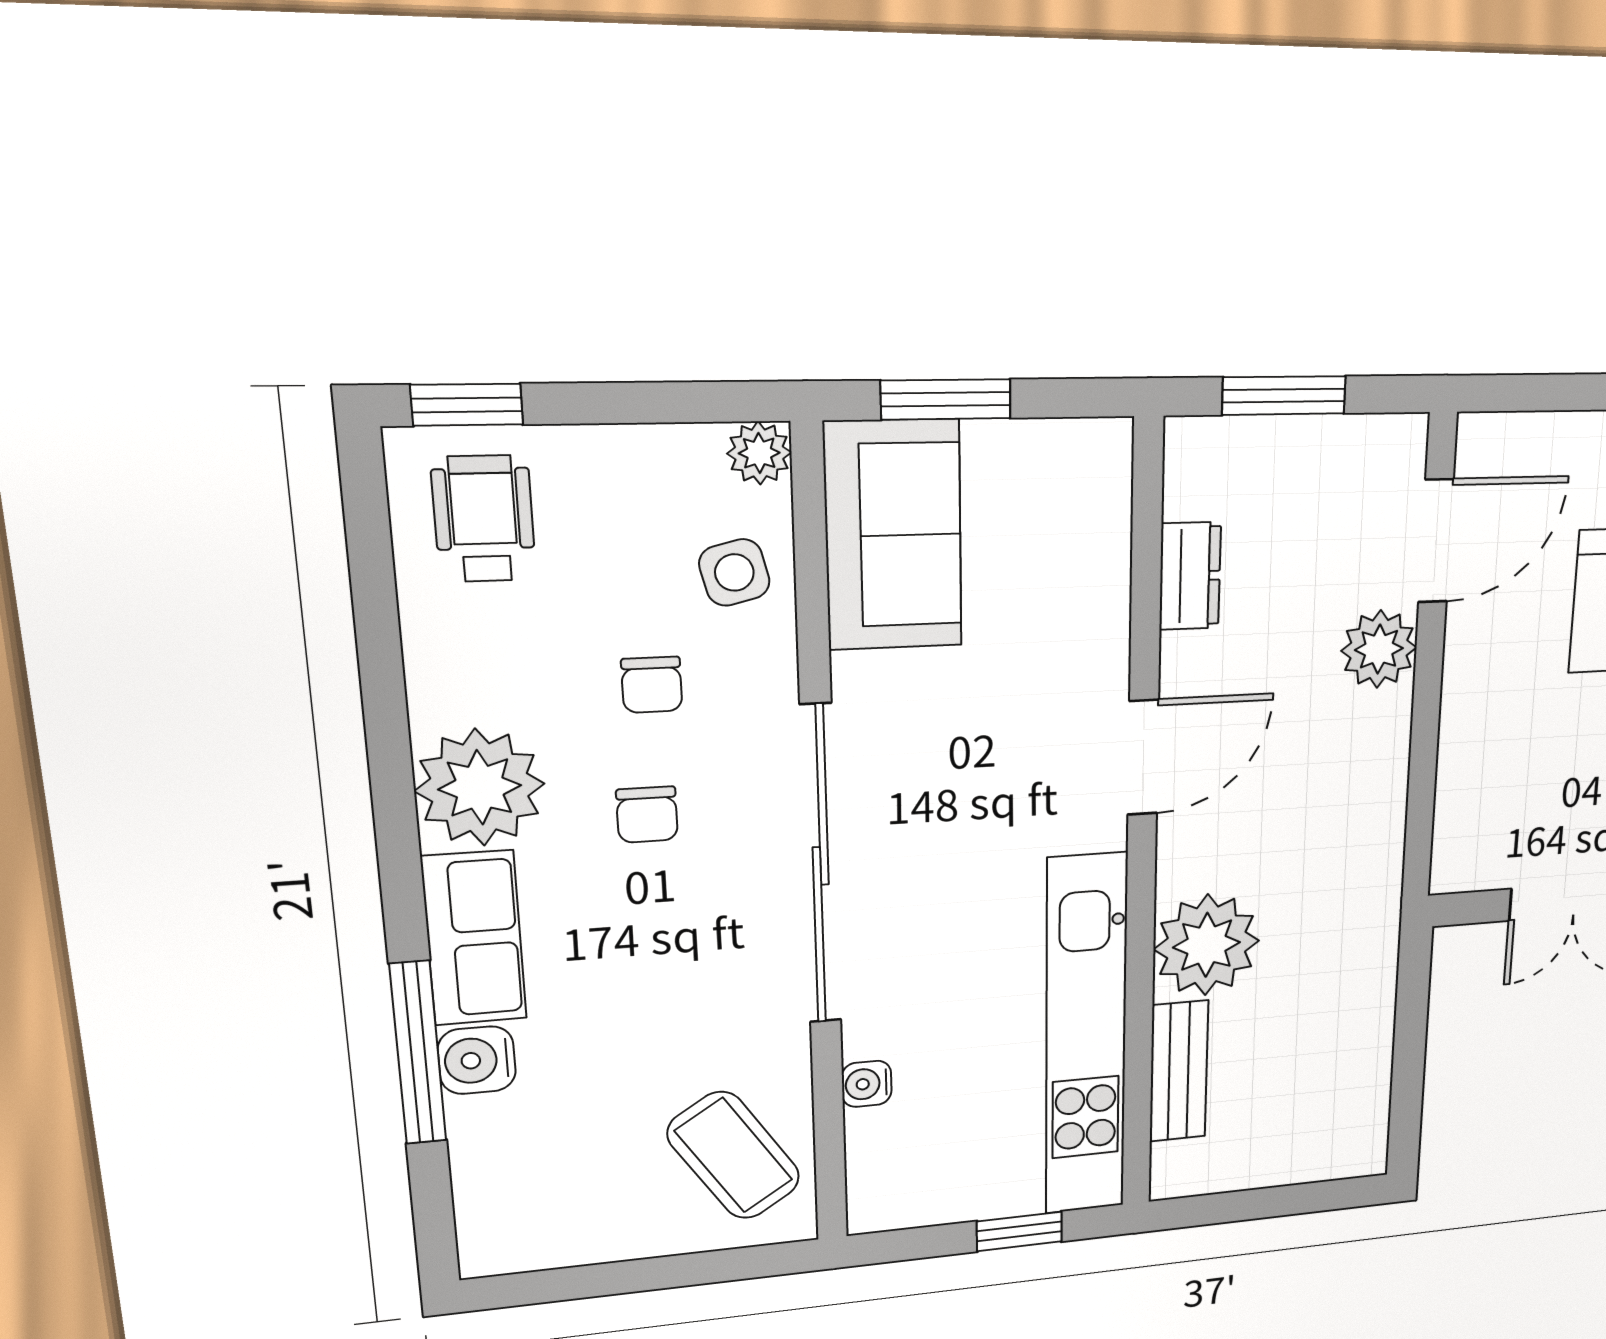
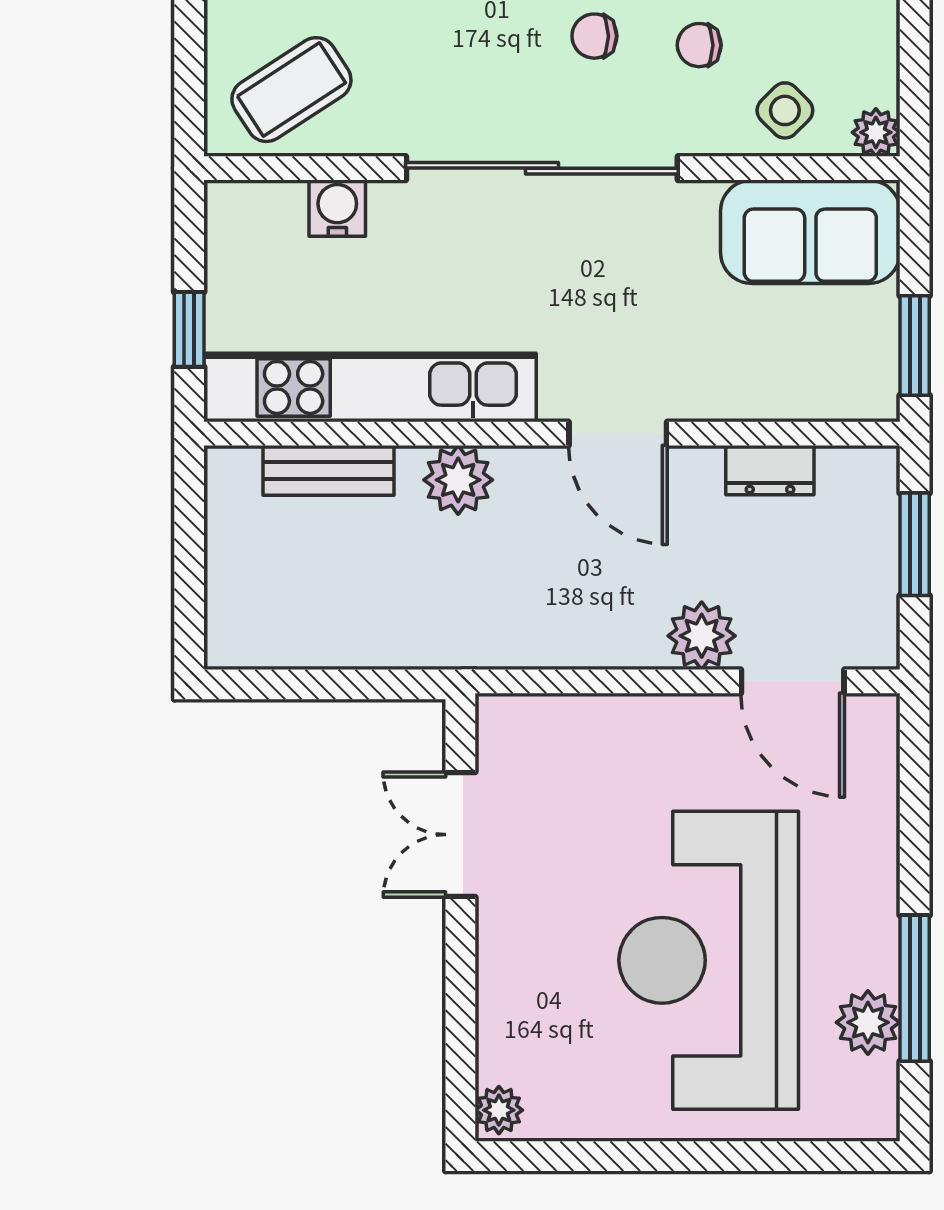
window: (946, 399) -> (915, 345), moved
side table: (734, 572) -> (785, 110), turned -31
plant: (1207, 945) -> (458, 480), width x0.73, depth x0.73
water cooler: (867, 1084) -> (337, 208), width x1.38, depth x1.38

